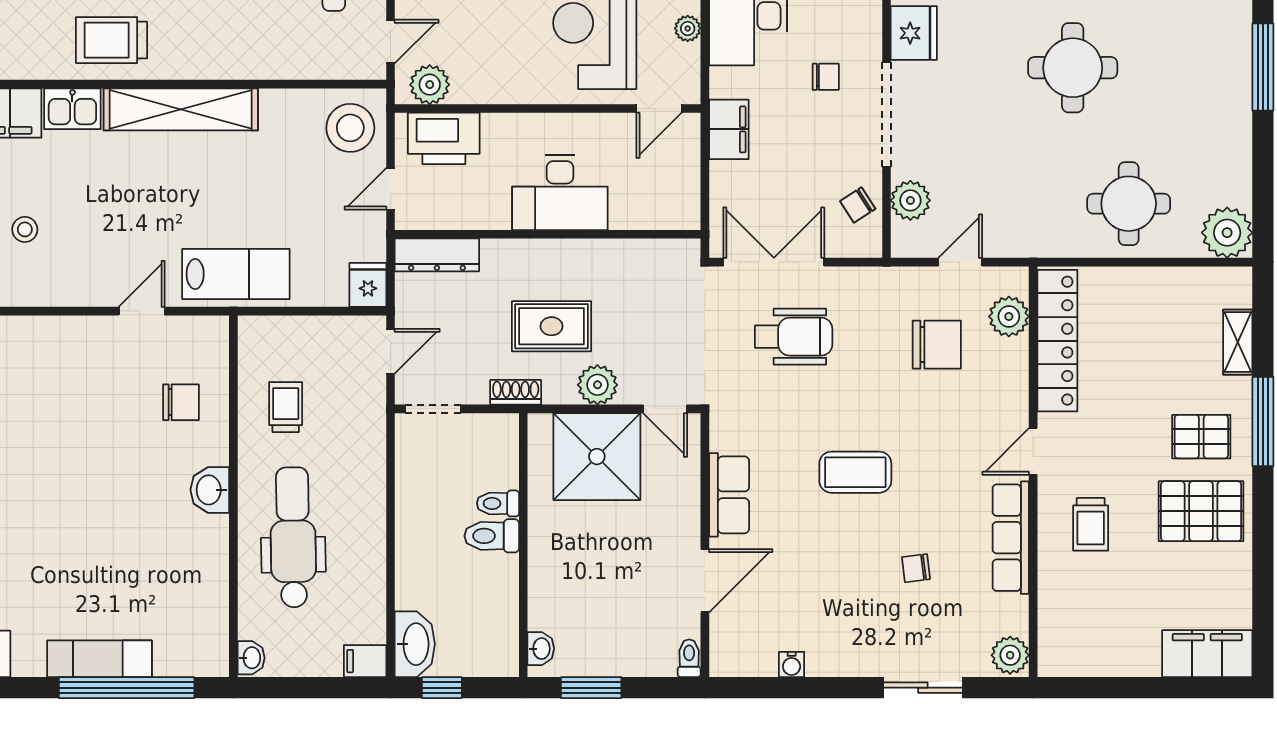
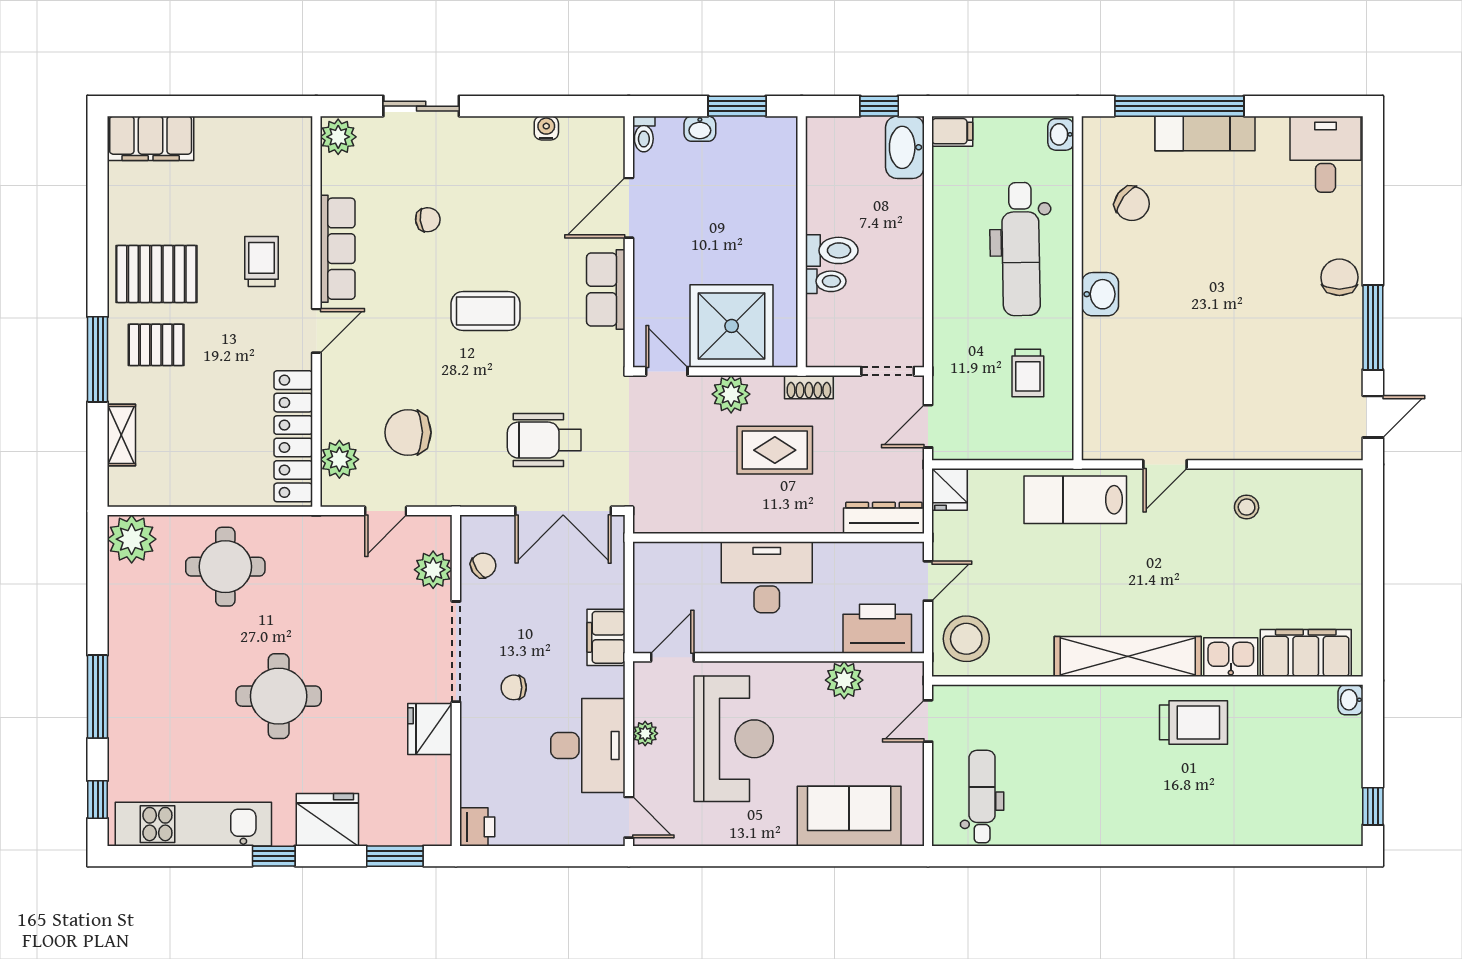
plant: (430, 85) -> (844, 680), moved
stool: (25, 229) -> (1247, 507), moved
chair: (181, 402) -> (1132, 203), moved, turned -143
washbasin: (541, 649) -> (700, 129), moved, turned -90

